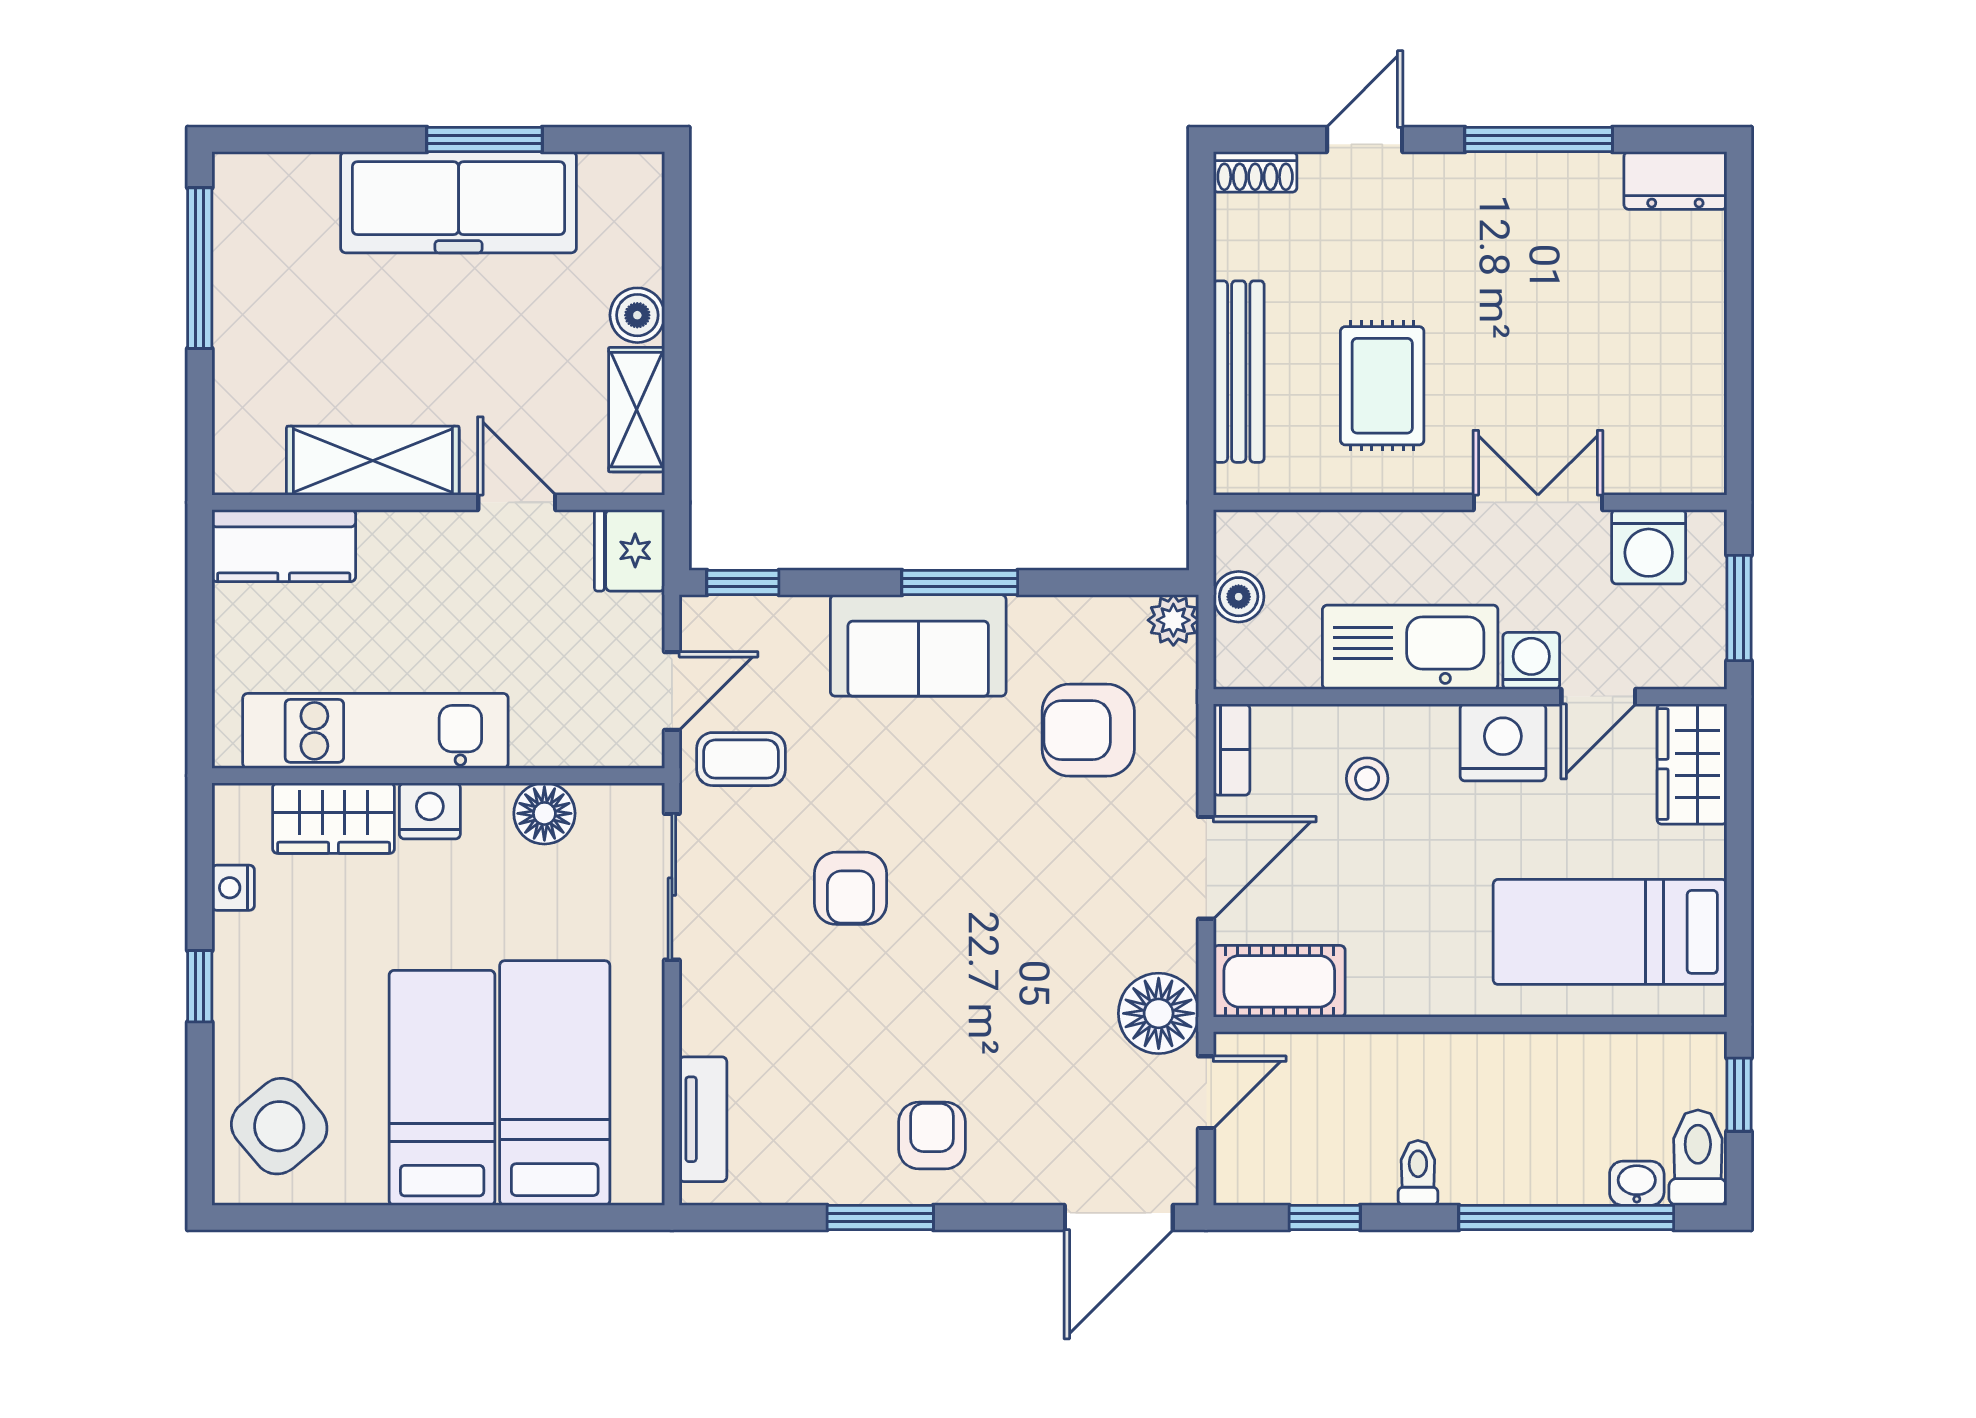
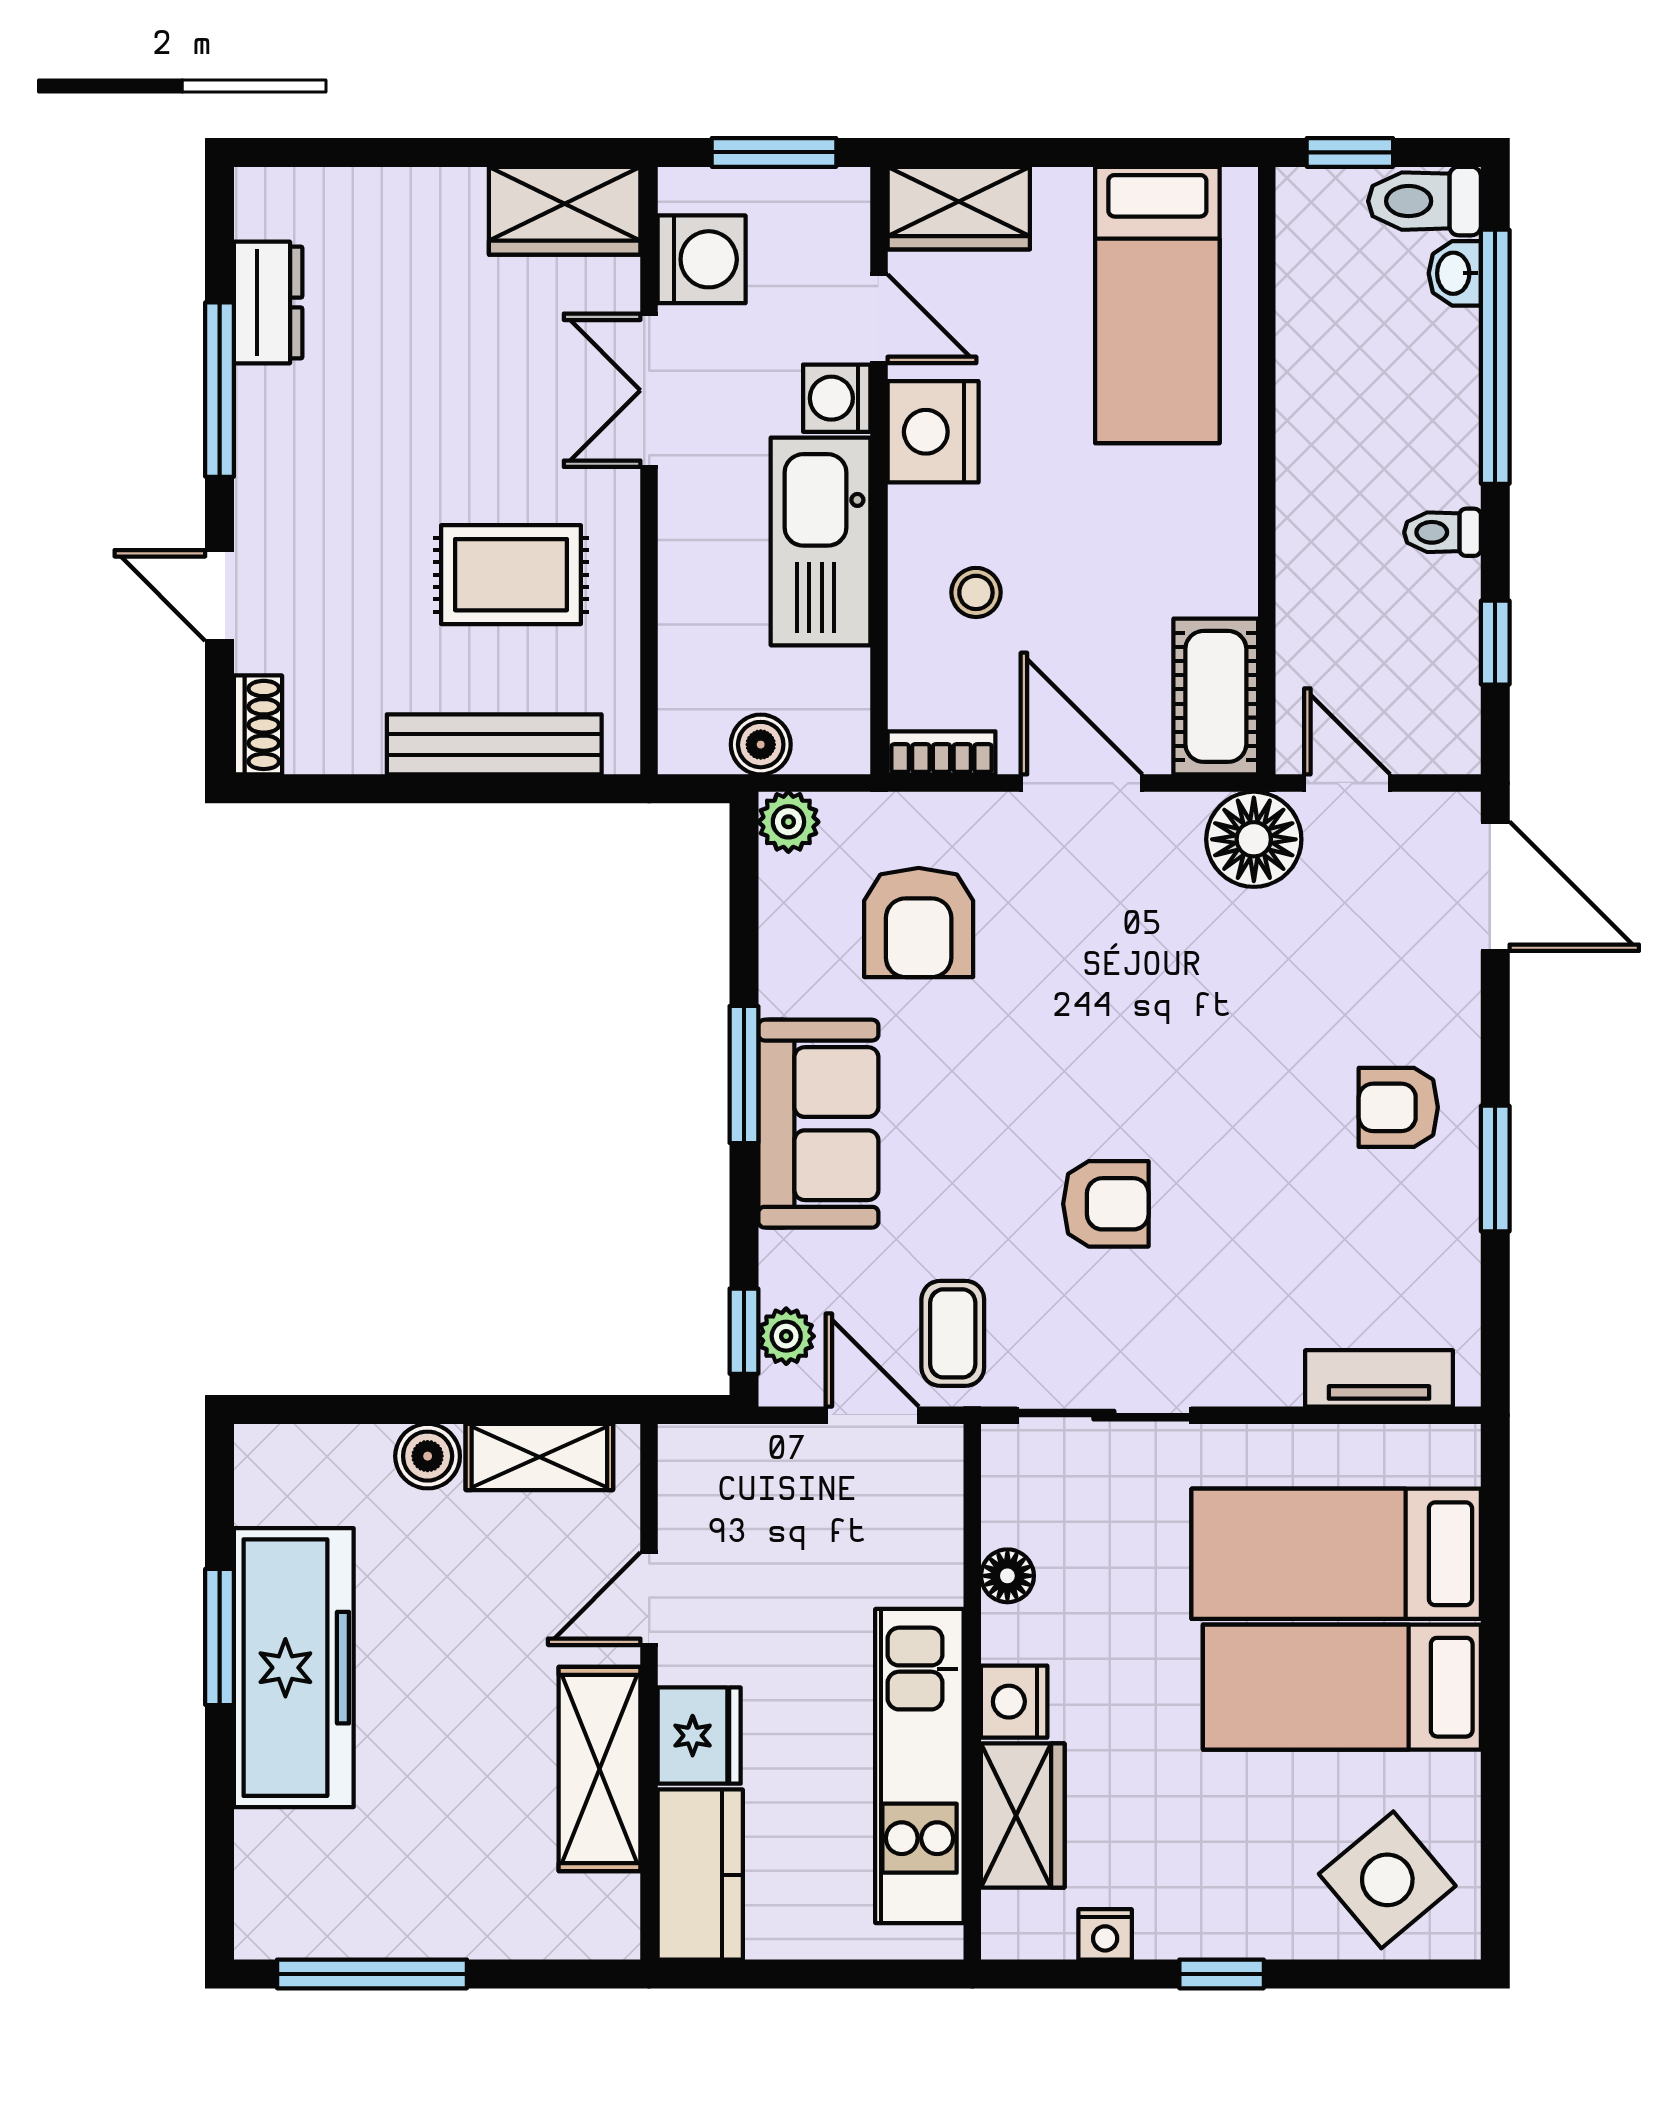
dresser: (1675, 180) -> (268, 302), moved
wardrobe: (1690, 431) -> (565, 211), added
fridge: (630, 550) -> (699, 1736), moved, turned -90
plant: (739, 618) -> (786, 1336), added
floor lamp: (544, 813) -> (1007, 1576), width x0.73, depth x0.73

